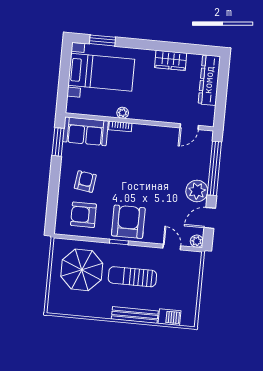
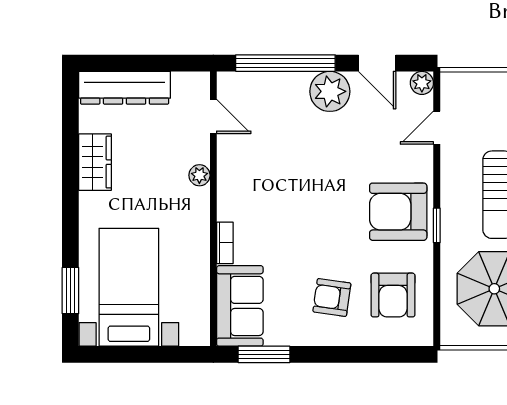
plant: (123, 113) -> (199, 175), moved

